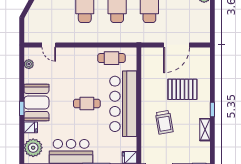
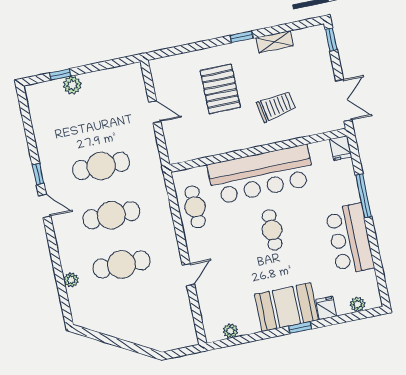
door: (49, 45) -> (188, 275), moved
door: (177, 45) -> (155, 112), width x0.53
plant: (33, 148) -> (358, 304), width x0.53, depth x0.53

